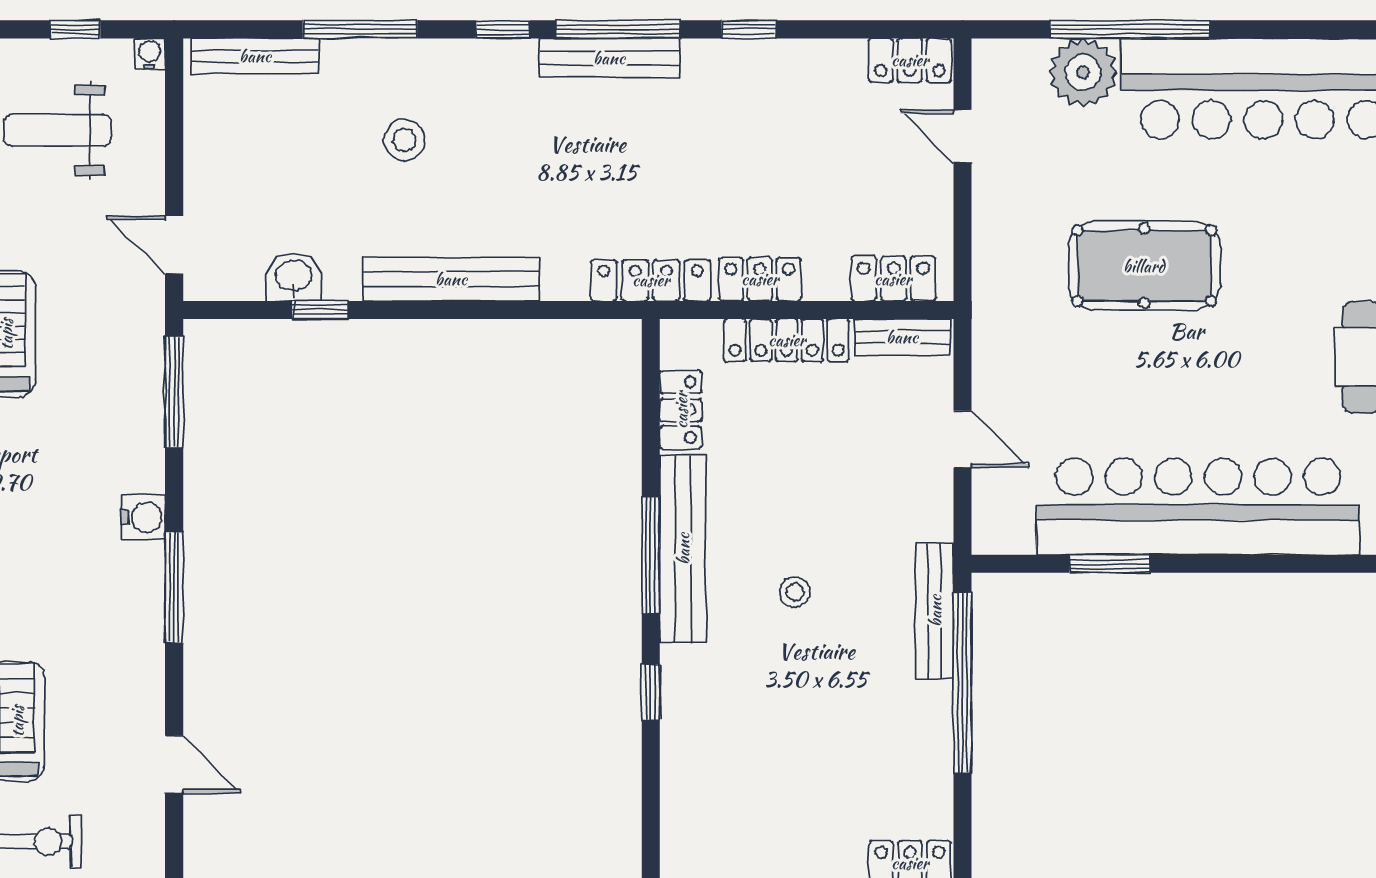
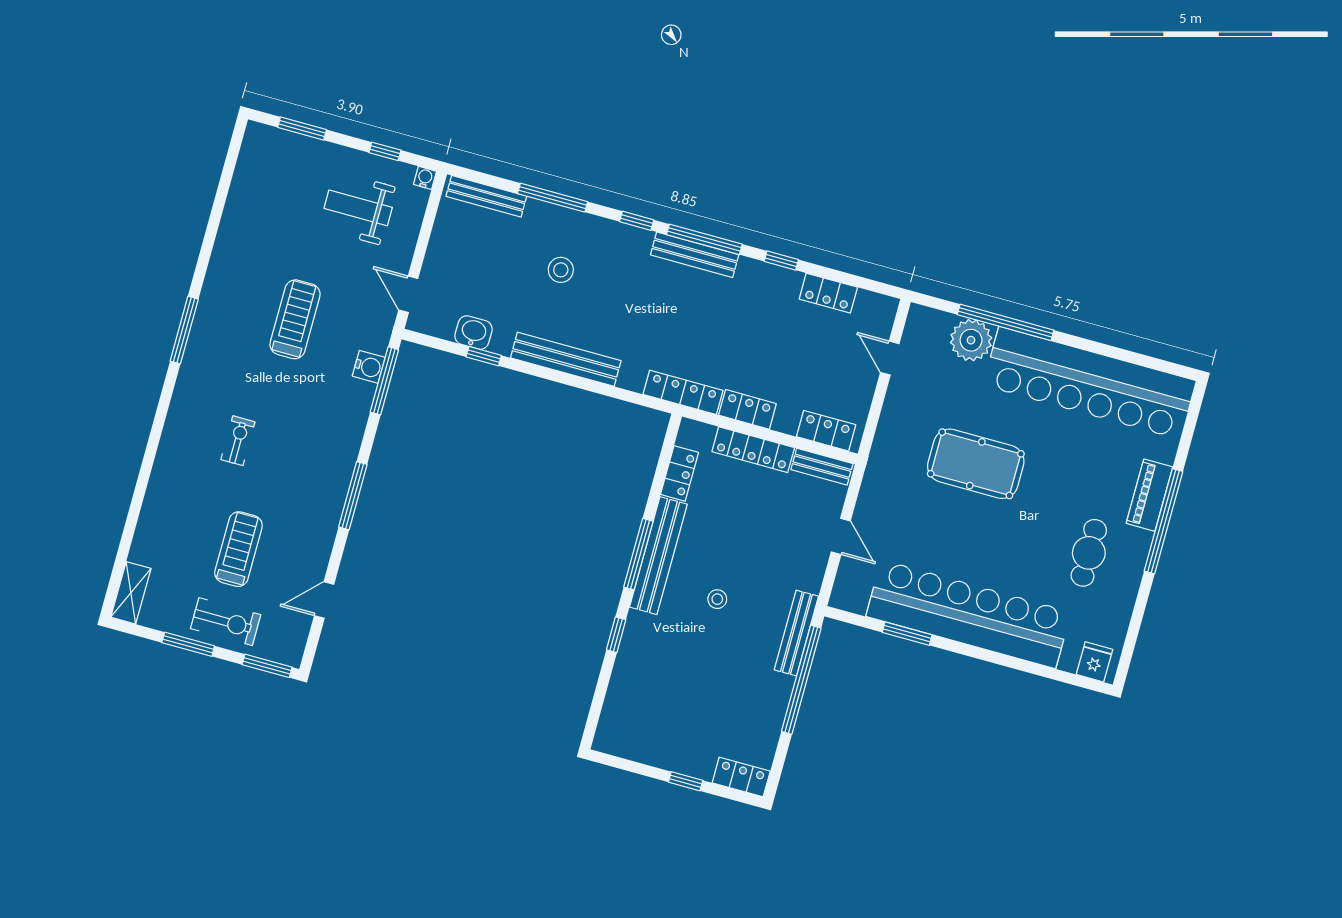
locker: (910, 60) -> (828, 293), moved
water cooler: (143, 517) -> (369, 367), moved
door: (174, 764) -> (324, 600), swing flipped

